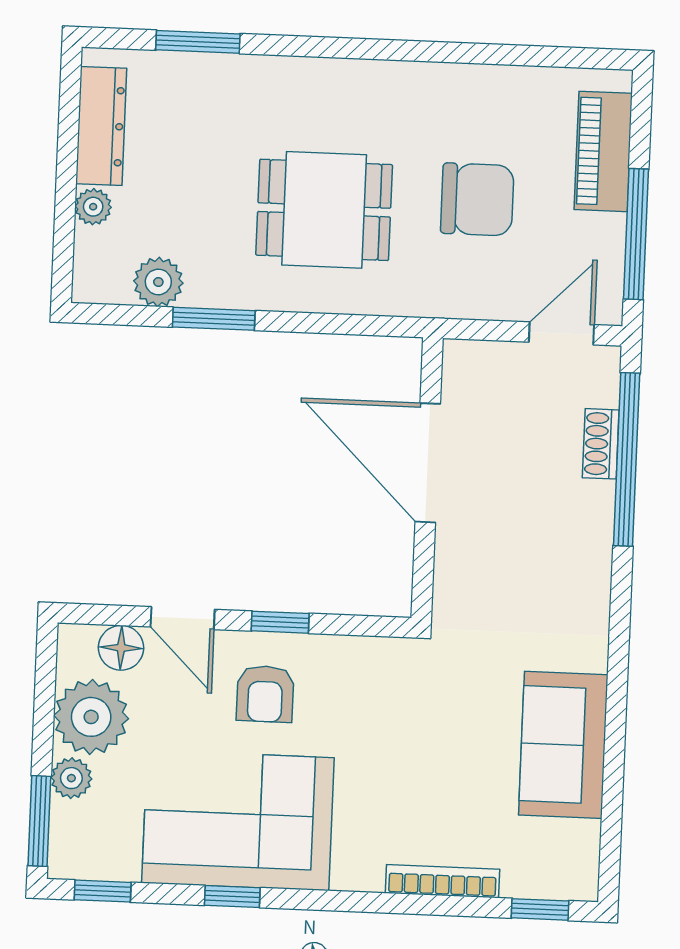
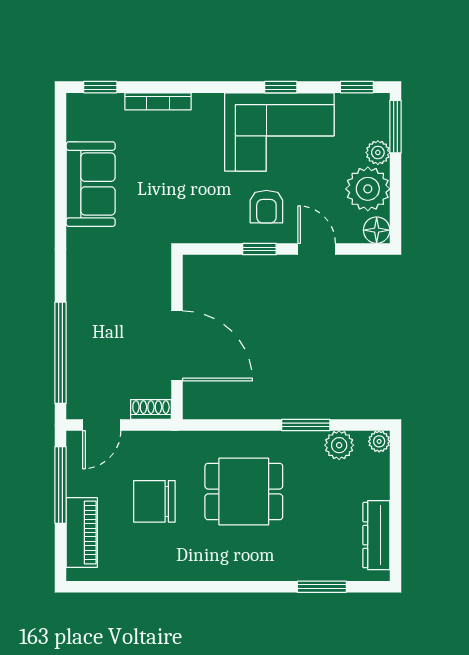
plant: (93, 207) -> (379, 441), moved
shoe rack: (601, 444) -> (151, 409), moved, turned -90
floor lamp: (121, 648) -> (377, 230), moved
armchair: (265, 694) -> (266, 207), turned 180

